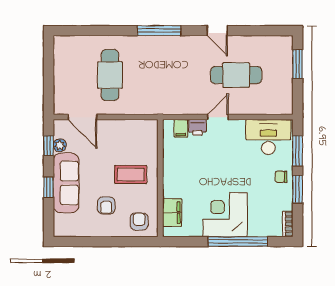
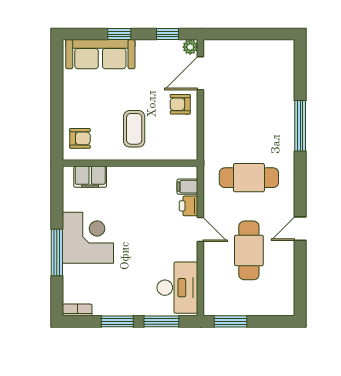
window: (159, 31) -> (300, 126), moved
window: (298, 64) -> (231, 321), moved
cafe table: (110, 75) -> (249, 178), moved
plant: (60, 145) -> (190, 47), moved
chair: (281, 177) -> (131, 302), removed
sofa: (66, 183) -> (100, 54), moved
armchair: (106, 205) -> (180, 104), moved
window: (238, 242) -> (57, 253), width x0.68

